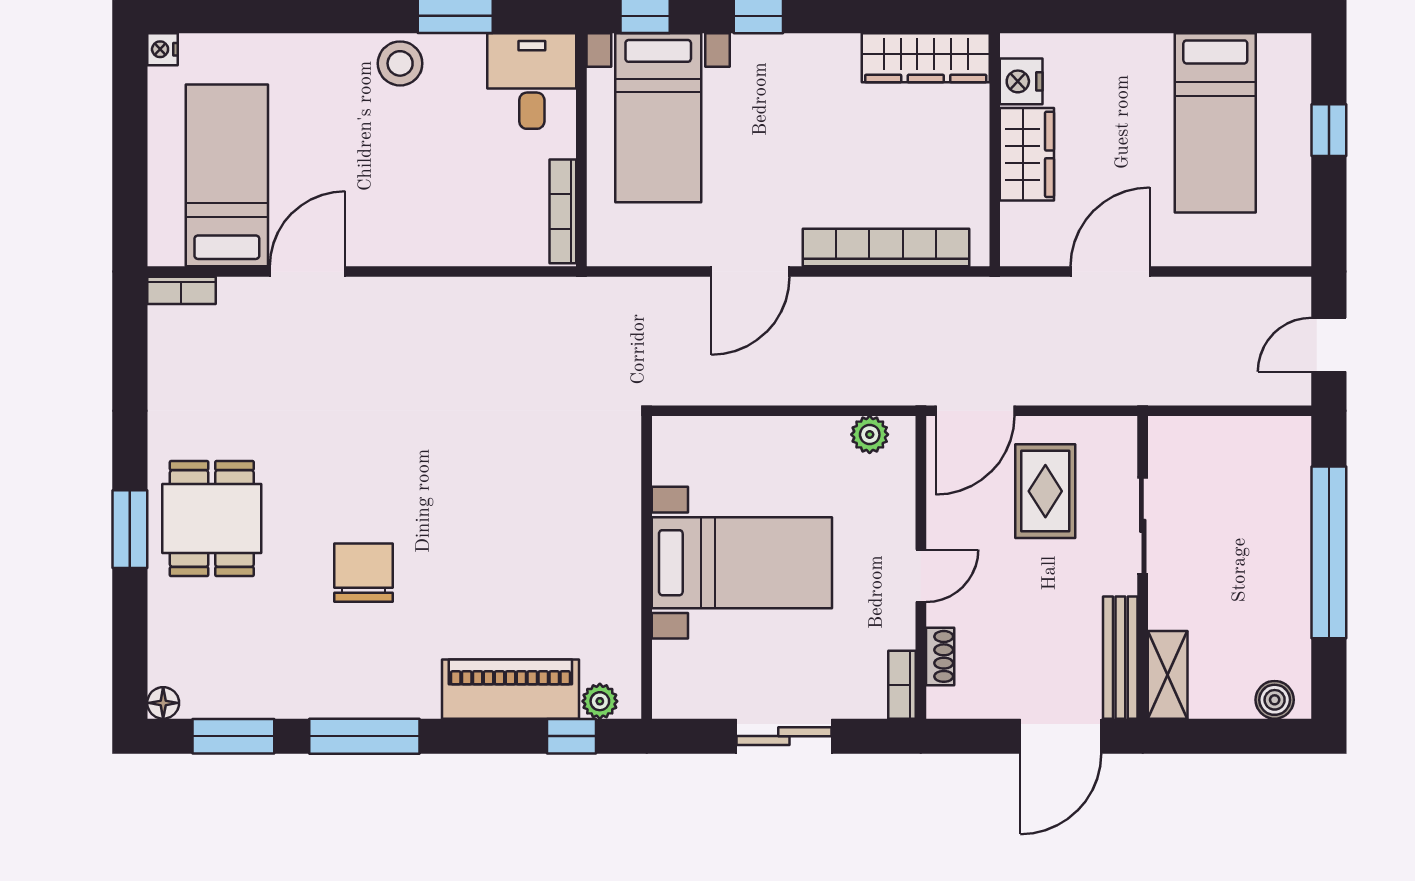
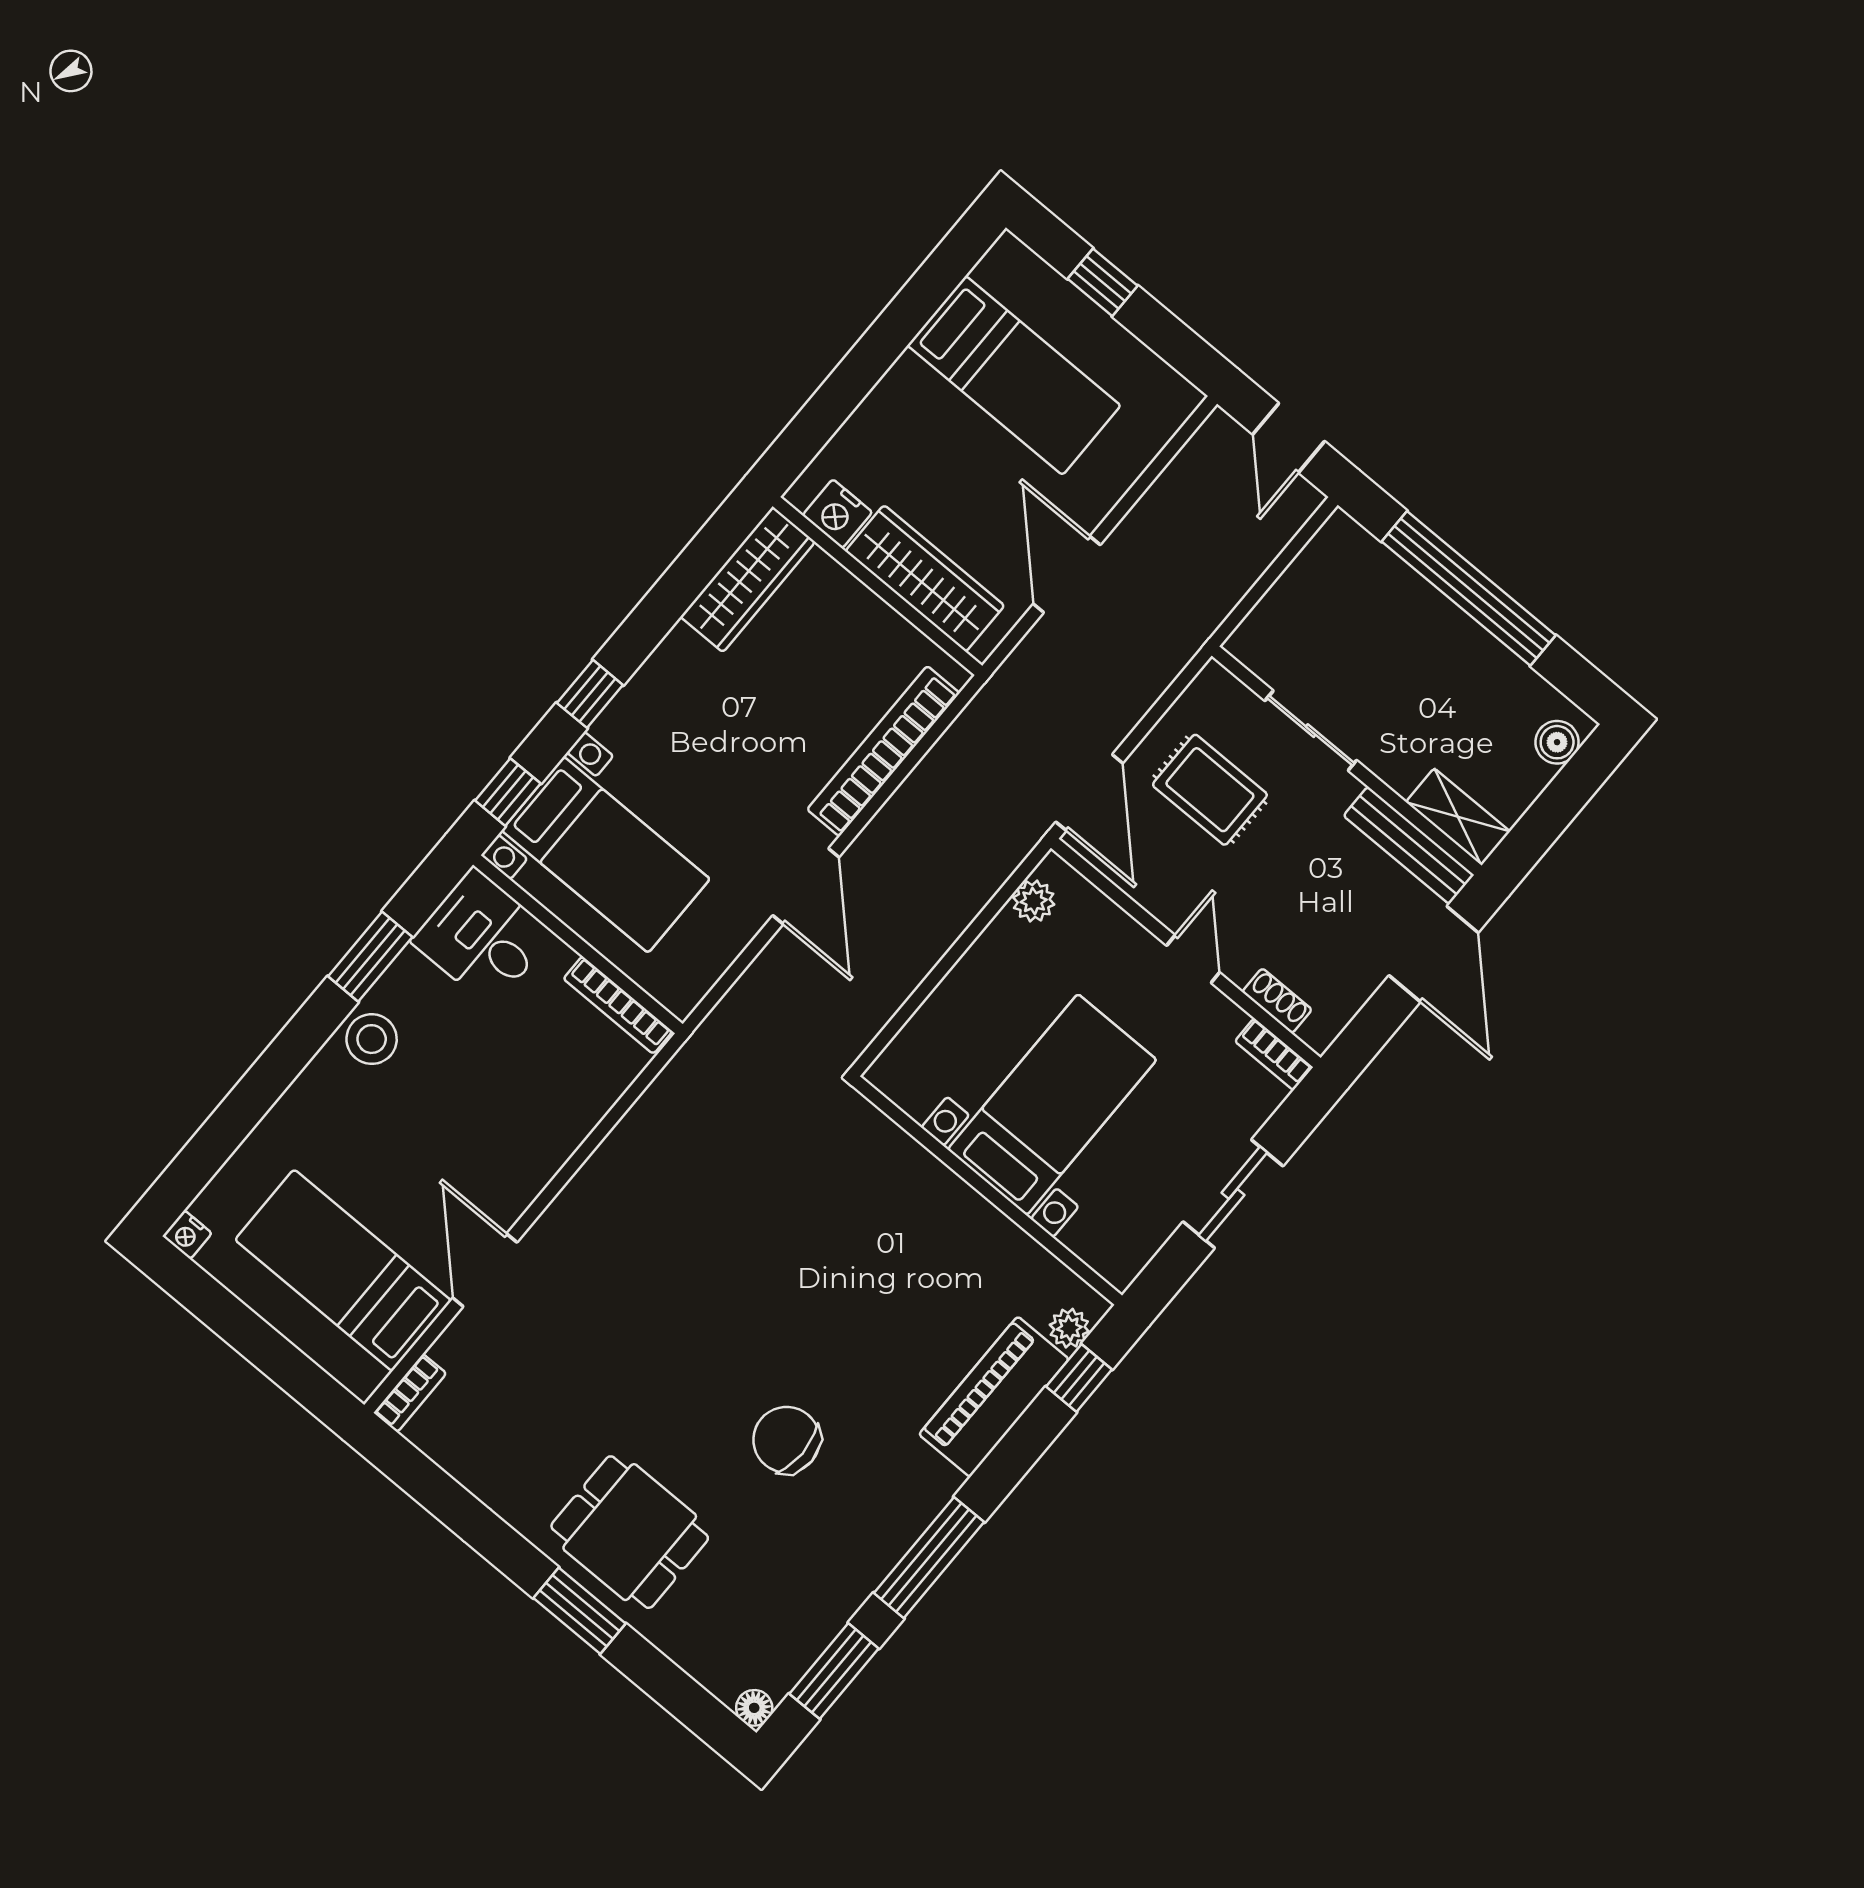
wardrobe: (1027, 154) -> (925, 578), width x1.50

